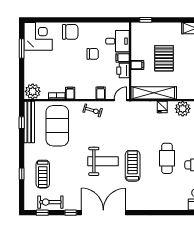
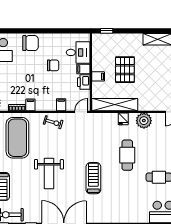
cafe table: (167, 158) -> (127, 155), moved
weight bench: (103, 161) -> (49, 174), moved, turned 90

